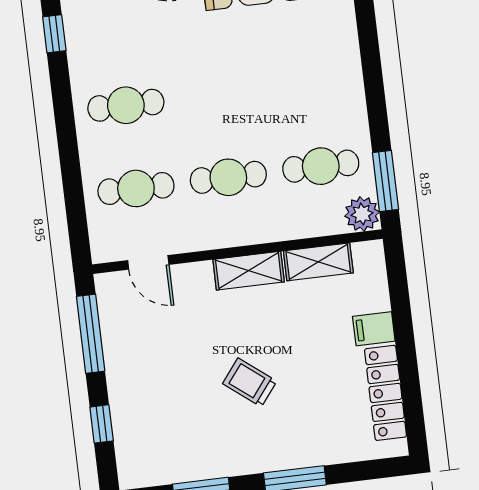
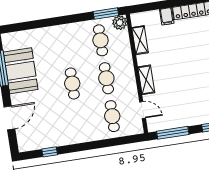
cafe table: (126, 105) -> (72, 84), moved
door: (148, 262) -> (143, 110), hinge flipped
shelving: (249, 271) -> (146, 80), moved
trolley: (250, 382) -> (191, 67), removed

